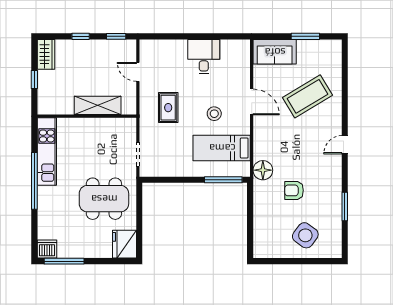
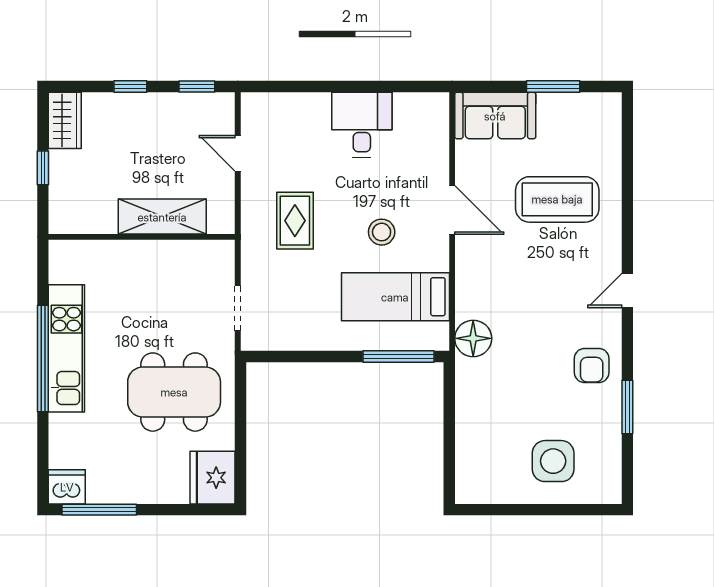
coffee table: (308, 96) -> (557, 199), turned 31
kitchen unit: (47, 152) -> (66, 348), moved
armchair: (294, 190) -> (592, 365), moved, turned -90
side table: (305, 235) -> (553, 461), turned -36

